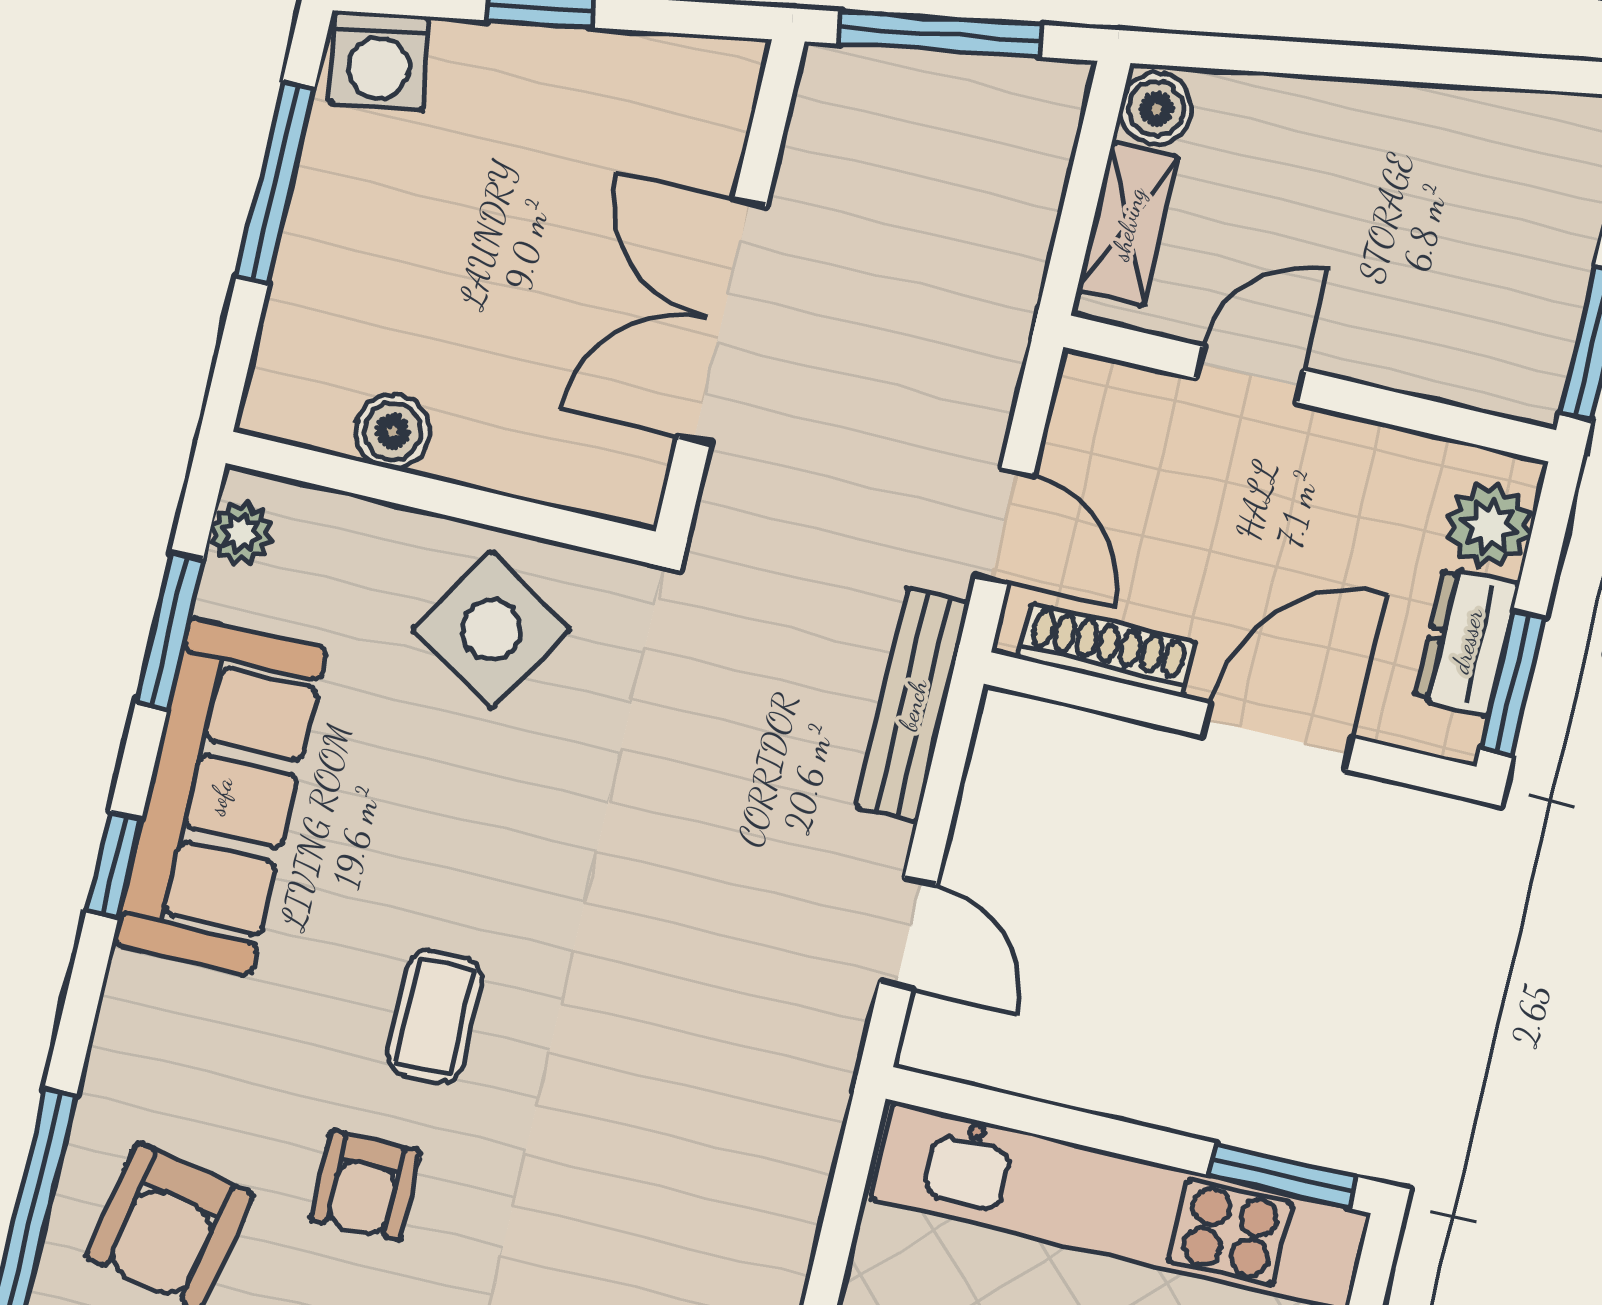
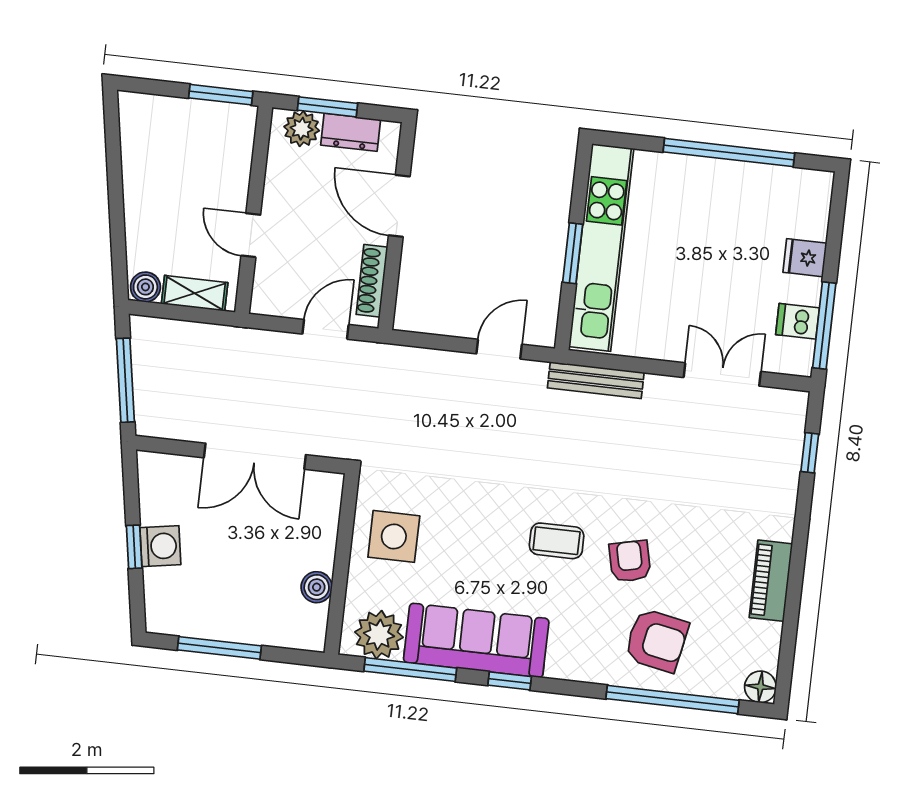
washing machine: (379, 60) -> (160, 546), moved
plant: (241, 533) -> (379, 635), width x1.87, depth x1.87
side table: (491, 630) -> (394, 536), turned -32
window: (169, 631) -> (410, 670), width x1.44
window: (1513, 683) -> (327, 107), moved
bench: (913, 705) -> (596, 380), moved
window: (1283, 1176) -> (573, 253), moved
armchair: (365, 1185) -> (630, 561), turned -103

